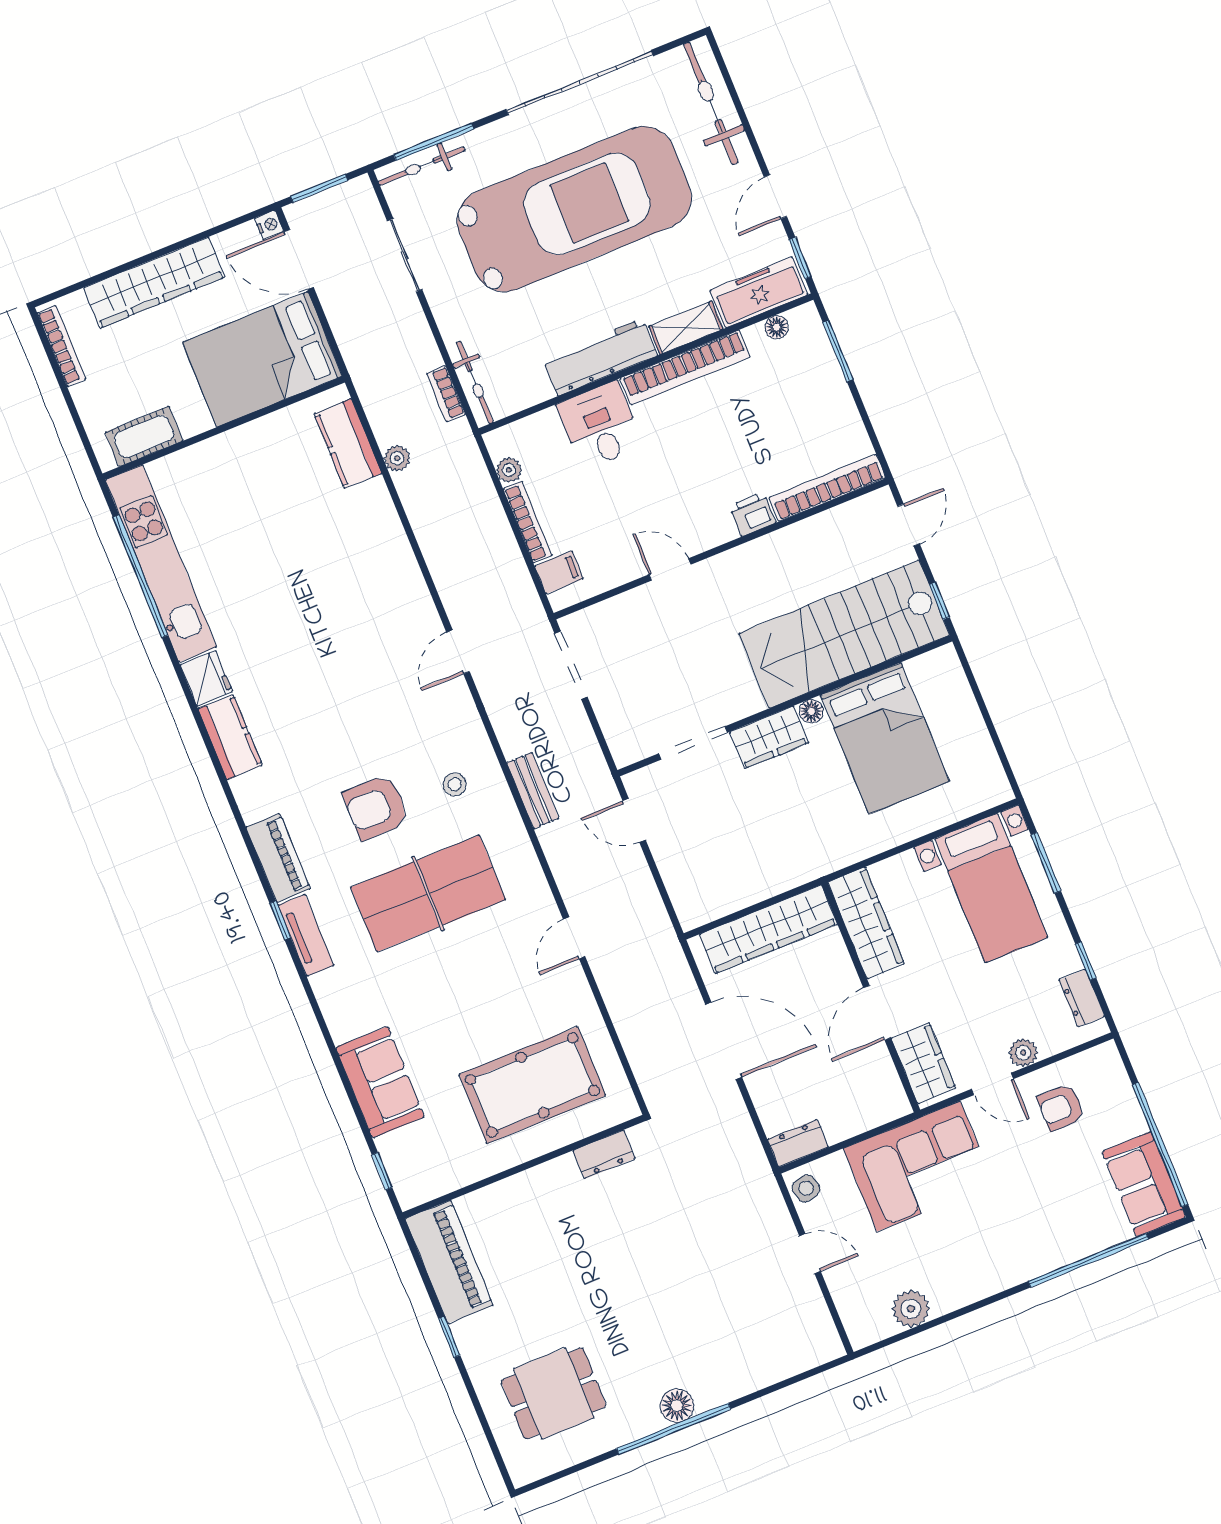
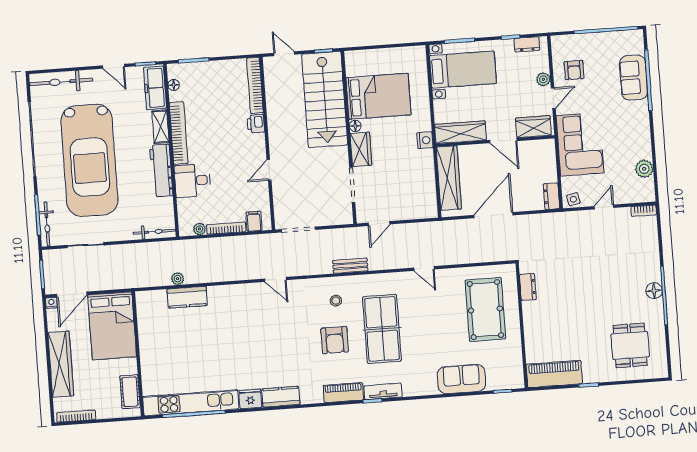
car: (574, 209) -> (89, 160), turned 180
bookcase: (446, 394) -> (644, 211), moved
kitchen counter: (348, 444) -> (187, 297), moved
nightstand: (828, 858) -> (425, 140), added
sofa: (1144, 1184) -> (634, 78), moved, turned 90

